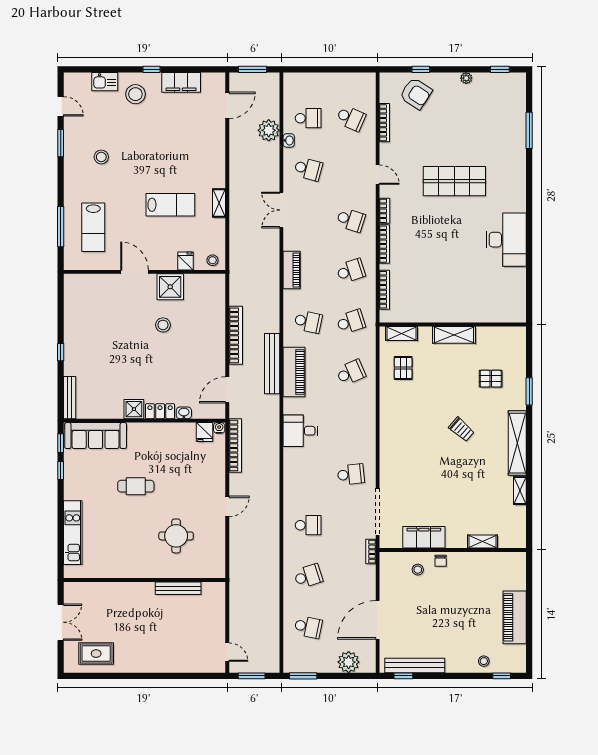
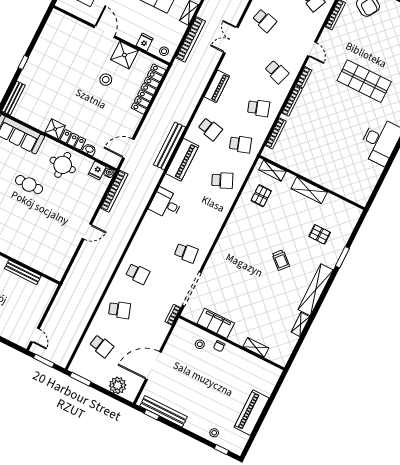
locker: (216, 311) -> (149, 89), added
bookcase: (236, 335) -> (191, 39), moved
round table: (176, 536) -> (63, 165), moved

